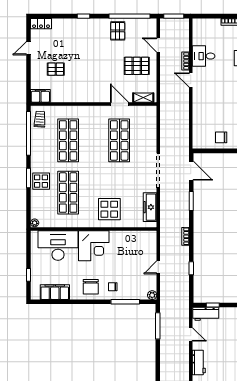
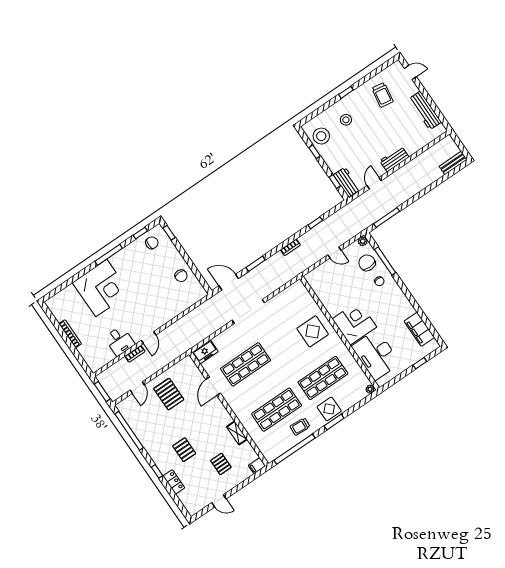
locker: (41, 24) -> (174, 482), moved
pallet: (118, 31) -> (184, 450), moved, turned 90
filing cabinet: (40, 96) -> (257, 466), width x0.50
shelving: (143, 98) -> (237, 433), moved
trolley: (40, 119) -> (300, 427), moved
door: (191, 171) -> (229, 282), hinge flipped
freezer: (150, 207) -> (205, 352), moved, width x0.71
chair: (91, 287) -> (367, 263), moved, turned -90

